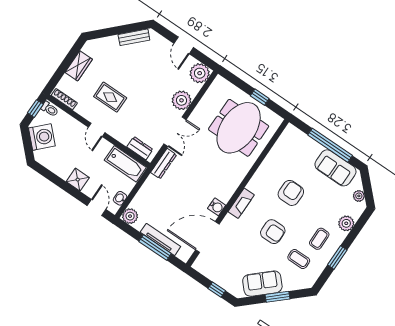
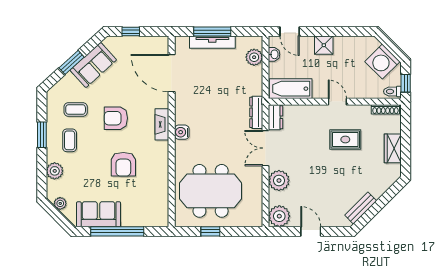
meeting table: (239, 128) -> (211, 191), turned 90
dresser: (140, 148) -> (276, 117), moved, turned -90
water cooler: (217, 207) -> (182, 132), moved
plant: (130, 216) -> (254, 57), moved
door: (207, 237) -> (172, 73), swing flipped

